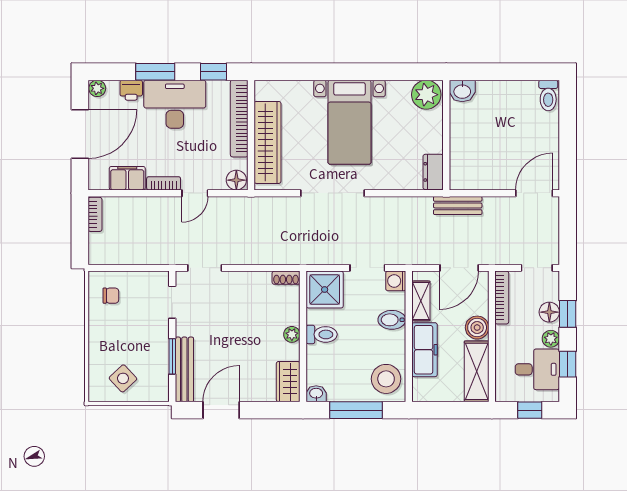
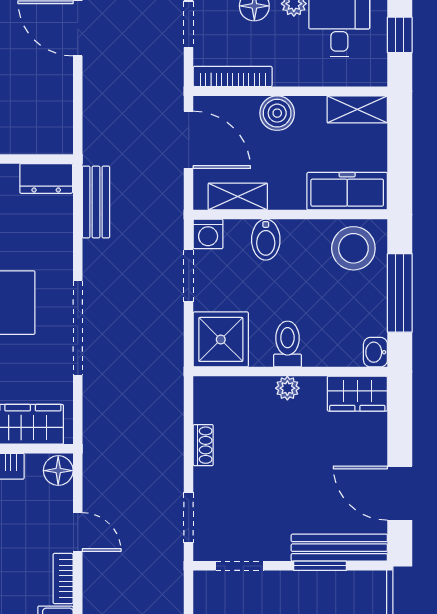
bench: (458, 205) -> (96, 202), moved
shoe rack: (286, 278) -> (203, 445), moved
freezer: (425, 350) -> (347, 191), moved
shelving: (477, 371) -> (357, 109), width x0.67, depth x0.75

